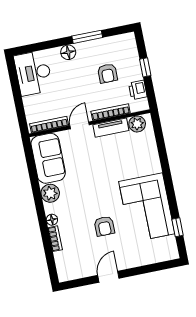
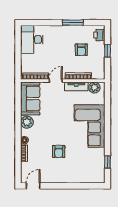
floor lamp: (68, 52) -> (58, 30), removed
printer: (138, 90) -> (99, 35), moved
corner sofa: (147, 208) -> (90, 126), moved
door: (108, 277) -> (33, 186), moved

